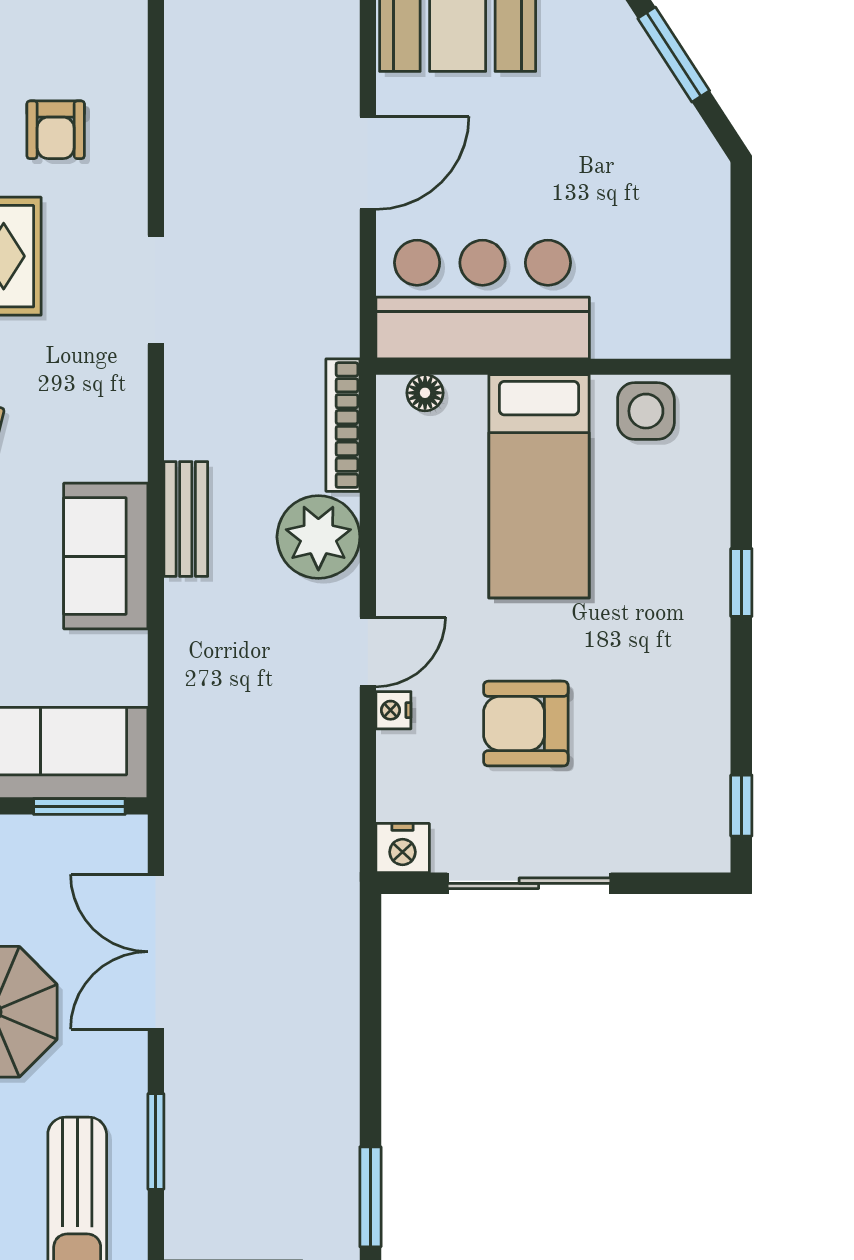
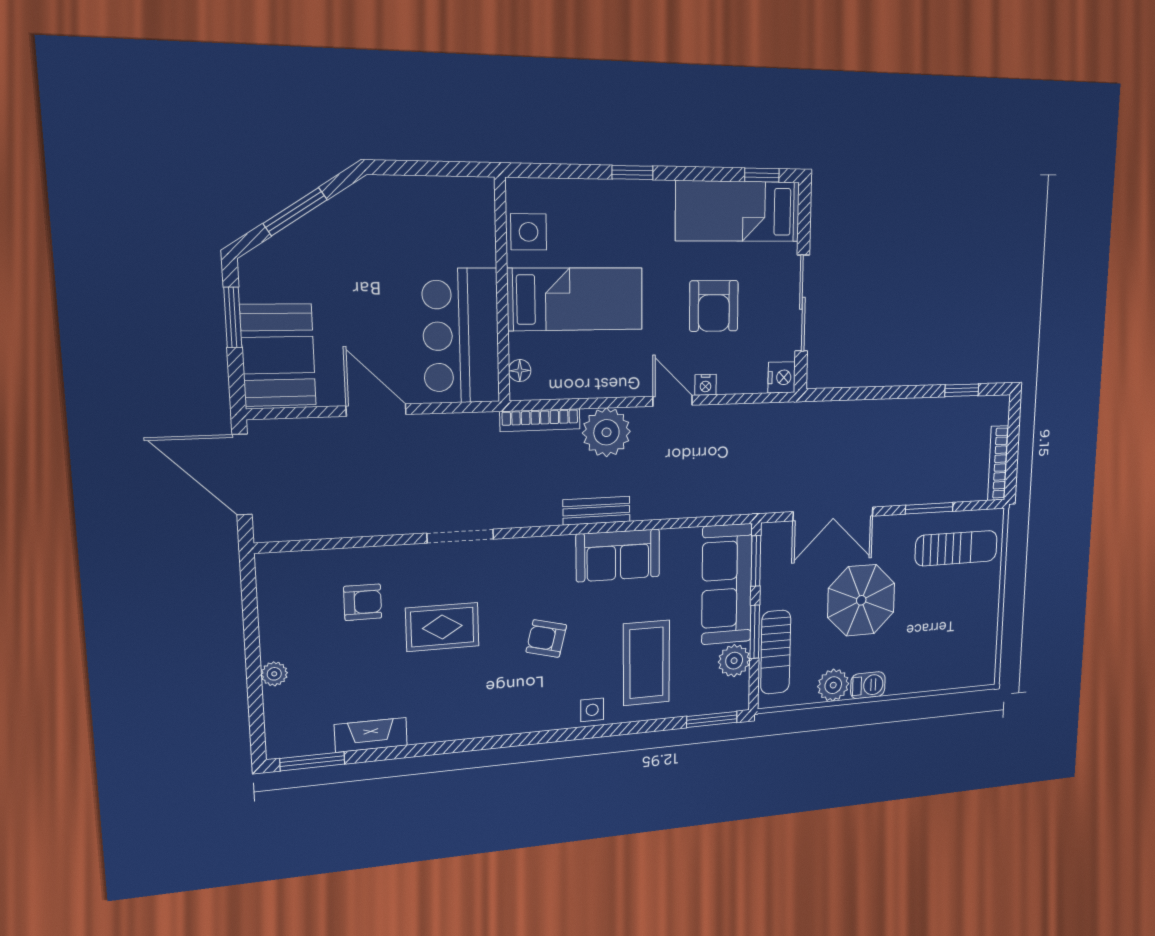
bed: (682, 764) -> (738, 211), added
window: (370, 1197) -> (962, 390), width x0.67

